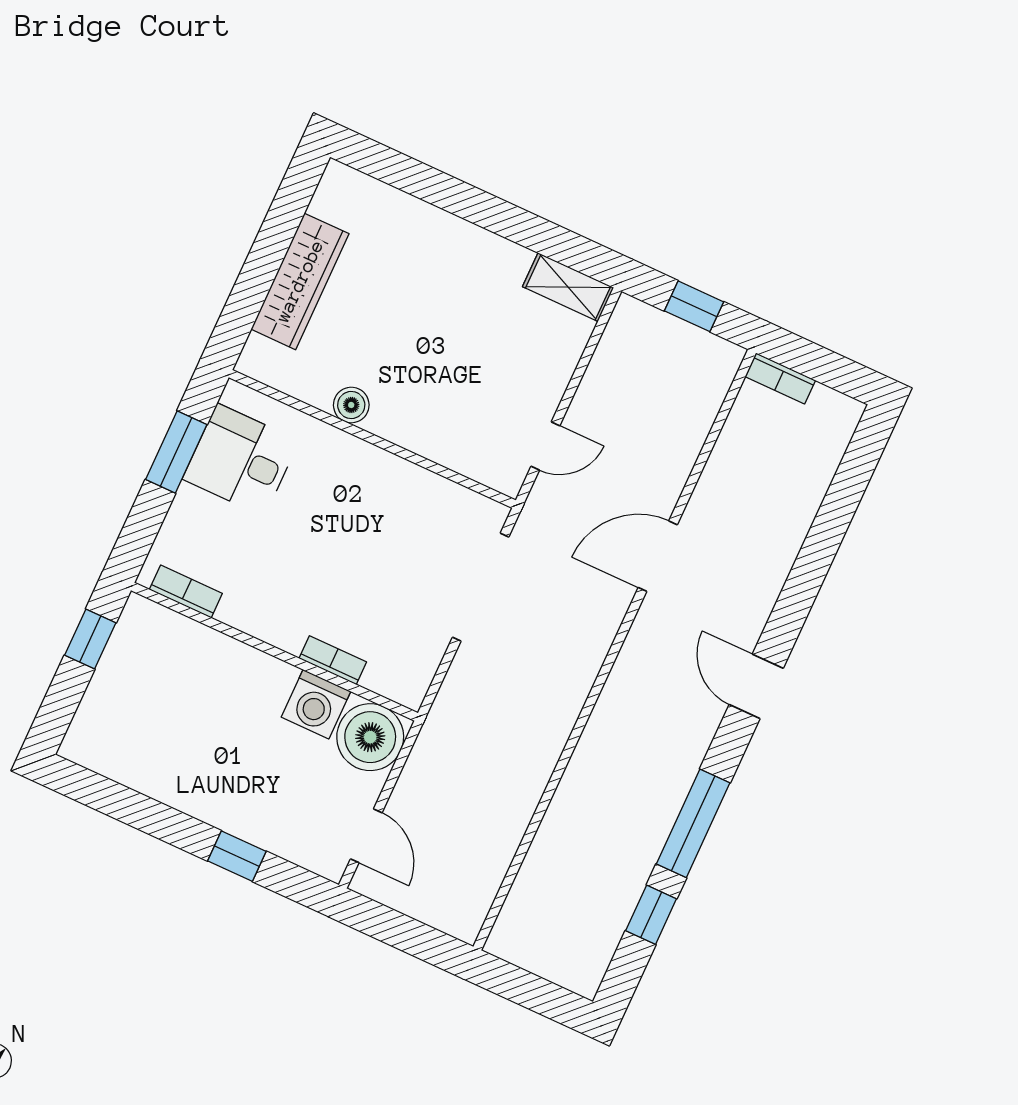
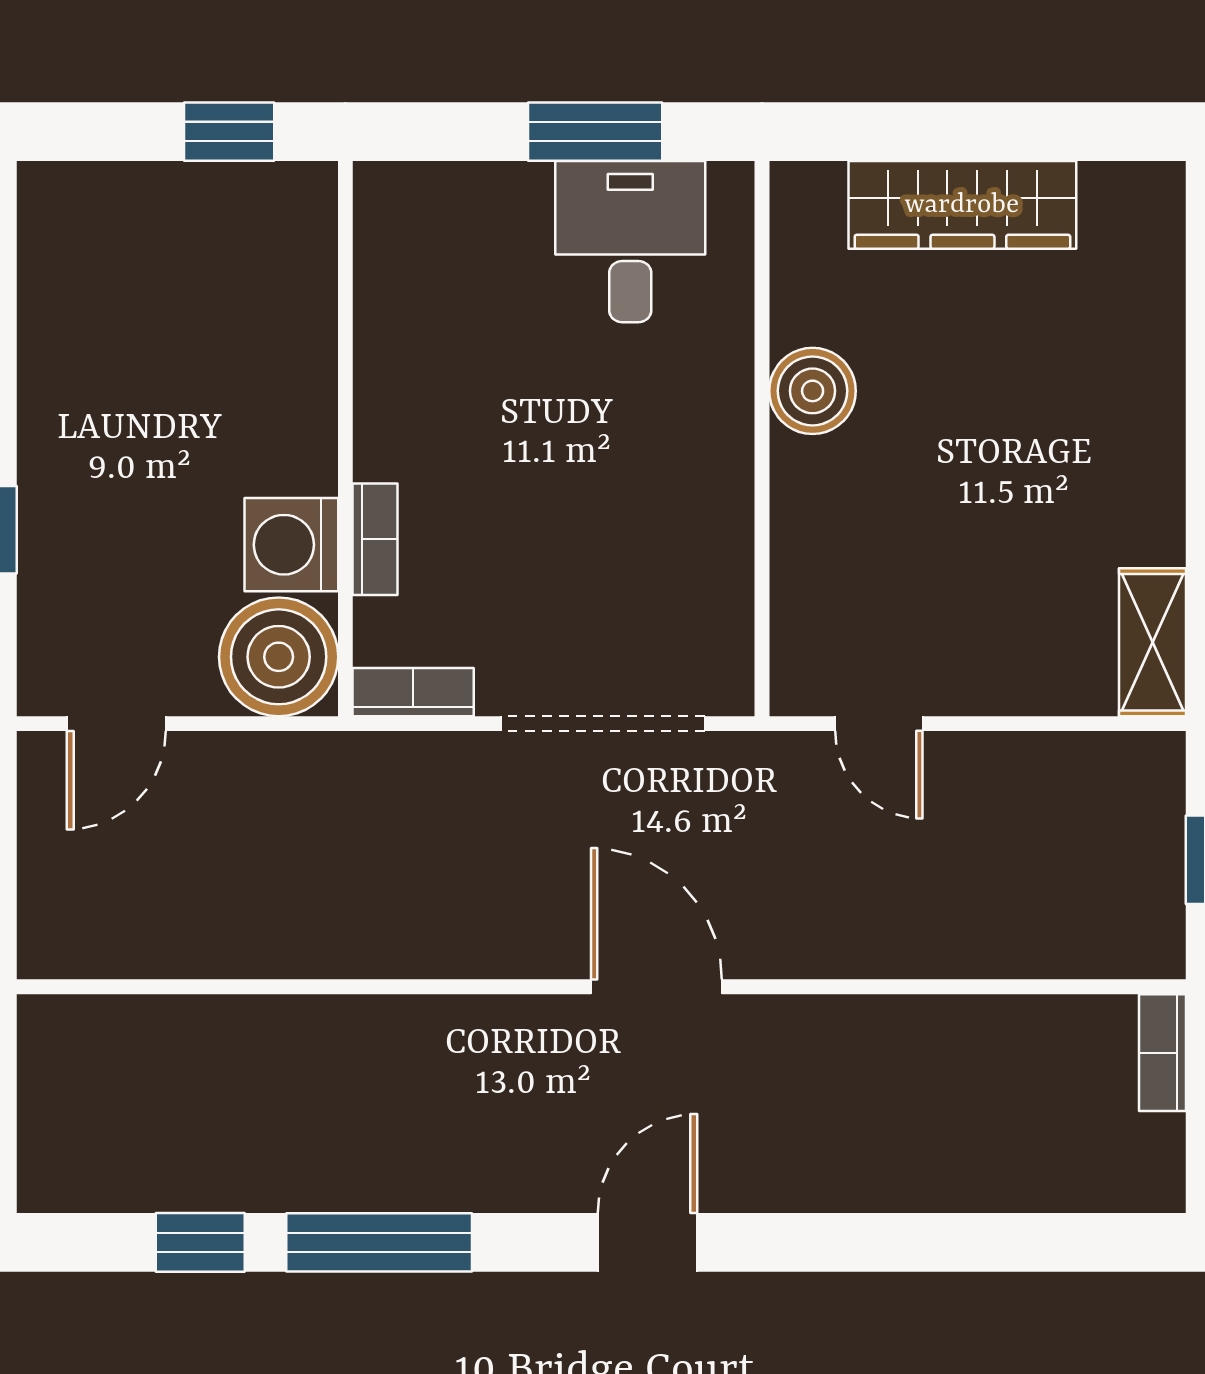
boiler: (351, 405) -> (813, 391), width x1.36, depth x1.36
door: (658, 556) -> (656, 987), moved
bookcase: (186, 591) -> (413, 692), moved, turned -90

